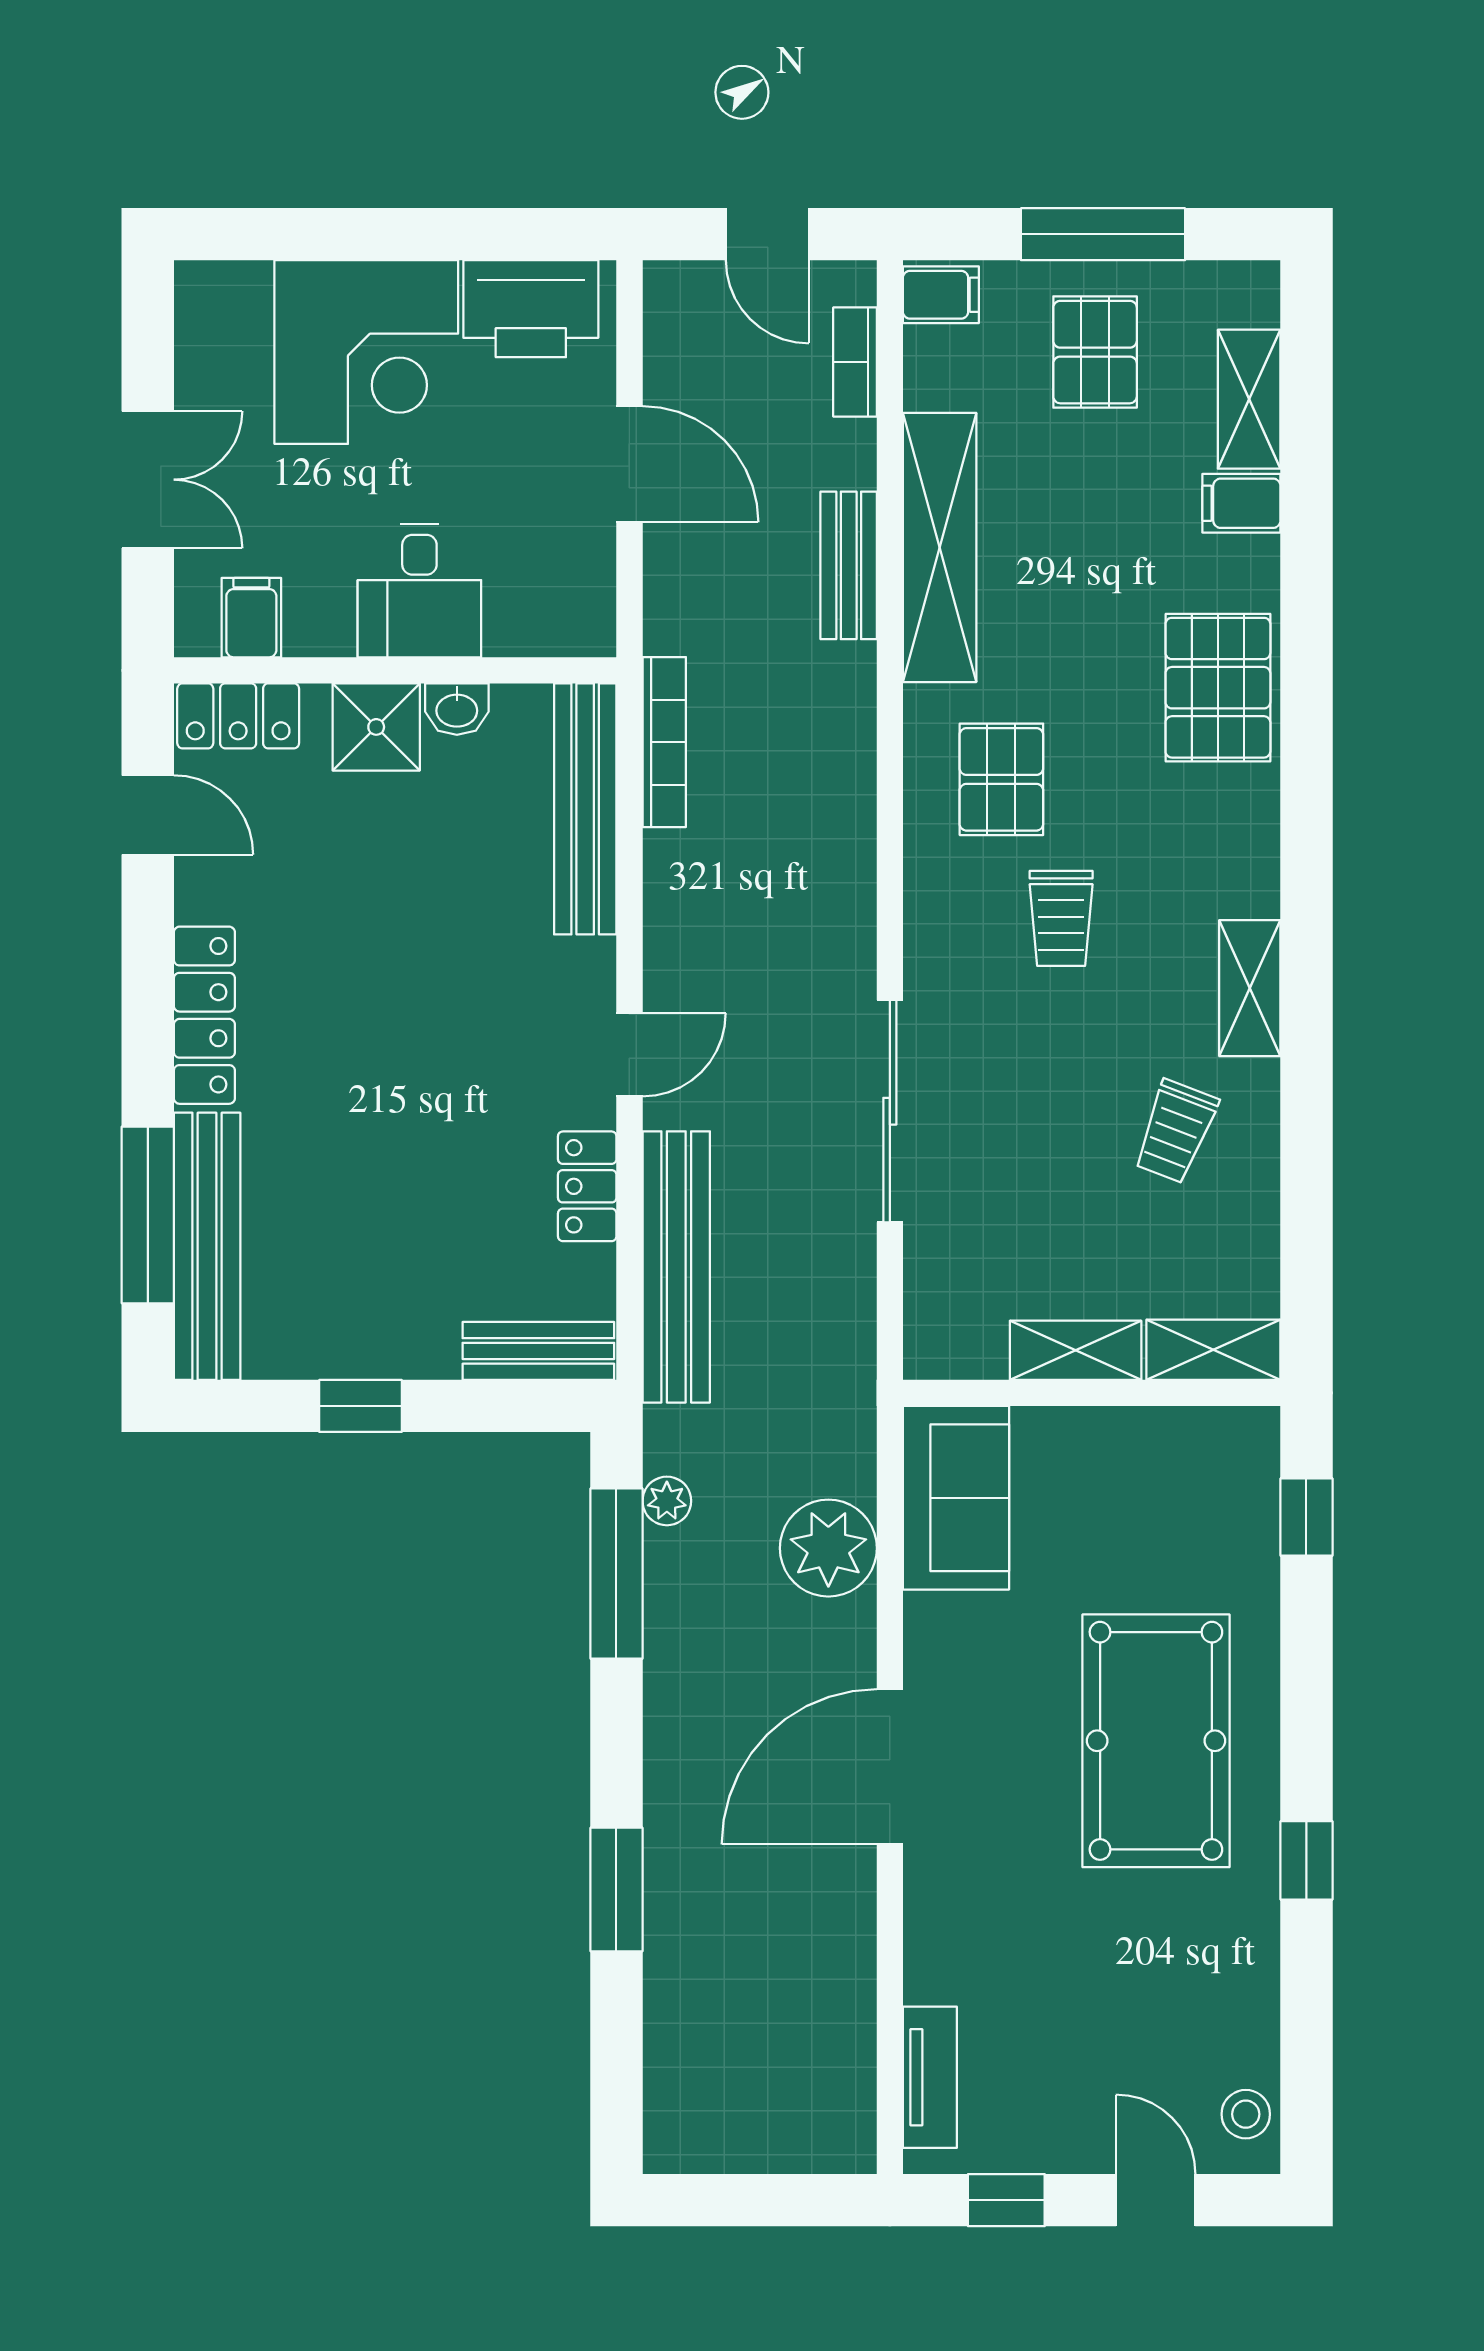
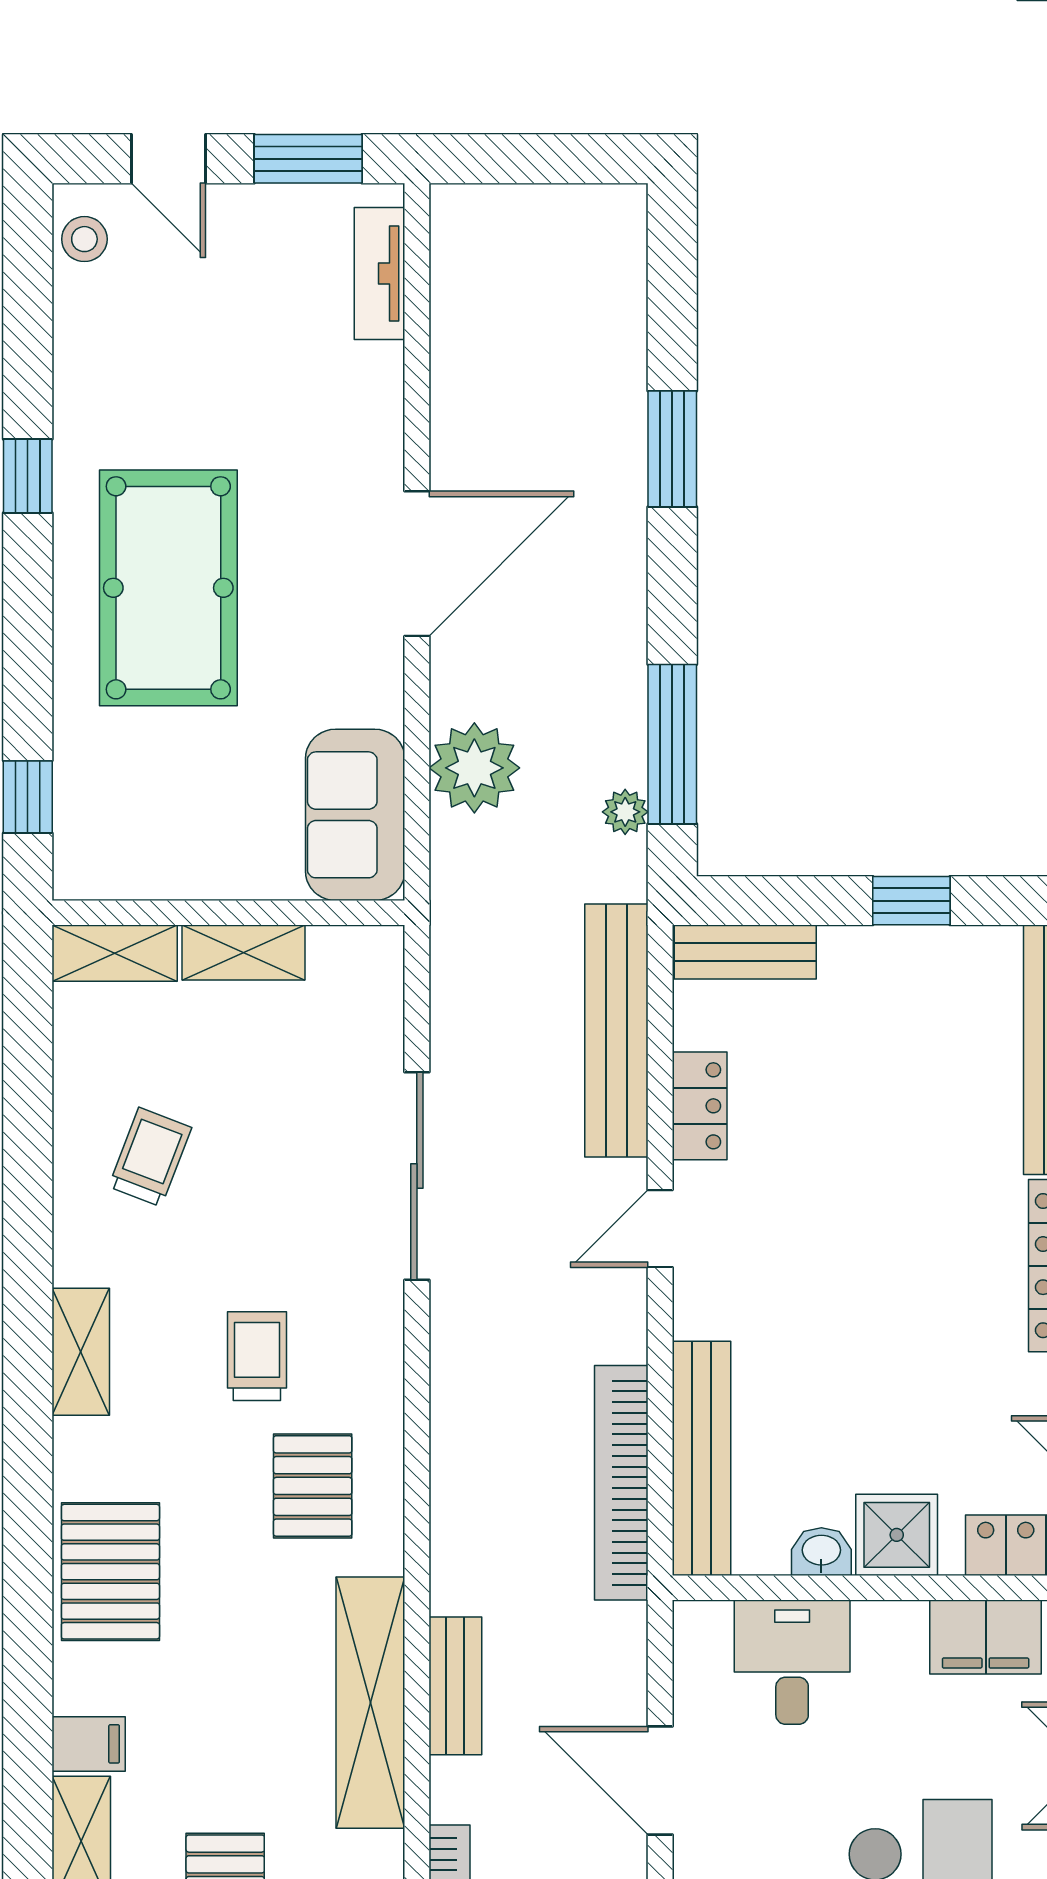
desk: (419, 591) -> (792, 1662), moved
filing cabinet: (251, 618) -> (986, 1637), width x2.00
bookcase: (664, 742) -> (621, 1483), width x1.48, depth x1.31
shelving: (1250, 988) -> (81, 1352), moved
window: (1006, 2200) -> (308, 159), width x1.50

